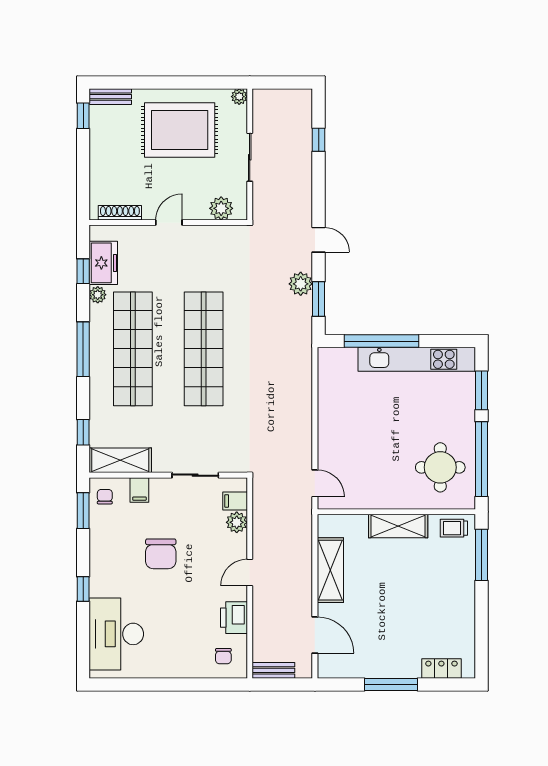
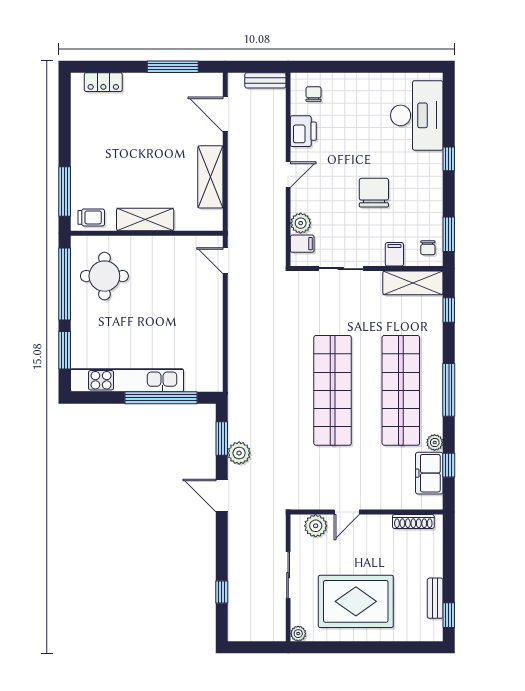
bench: (110, 97) -> (435, 598), moved, turned 90
door: (169, 223) -> (347, 512), moved
door: (319, 240) -> (222, 496), width x1.38
window: (391, 685) -> (173, 67), moved

